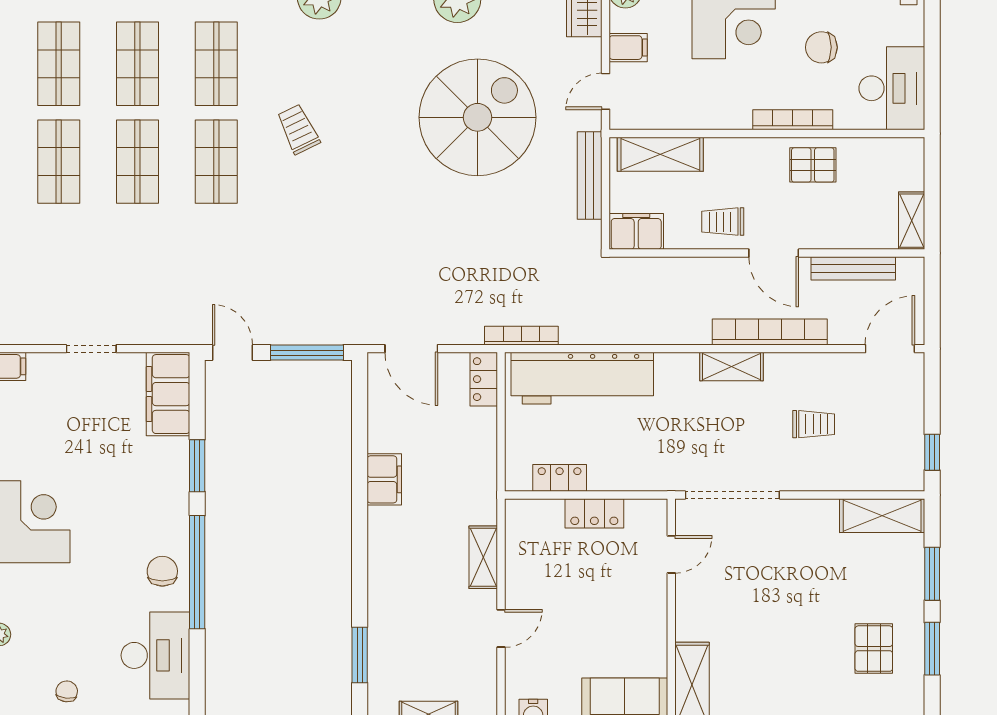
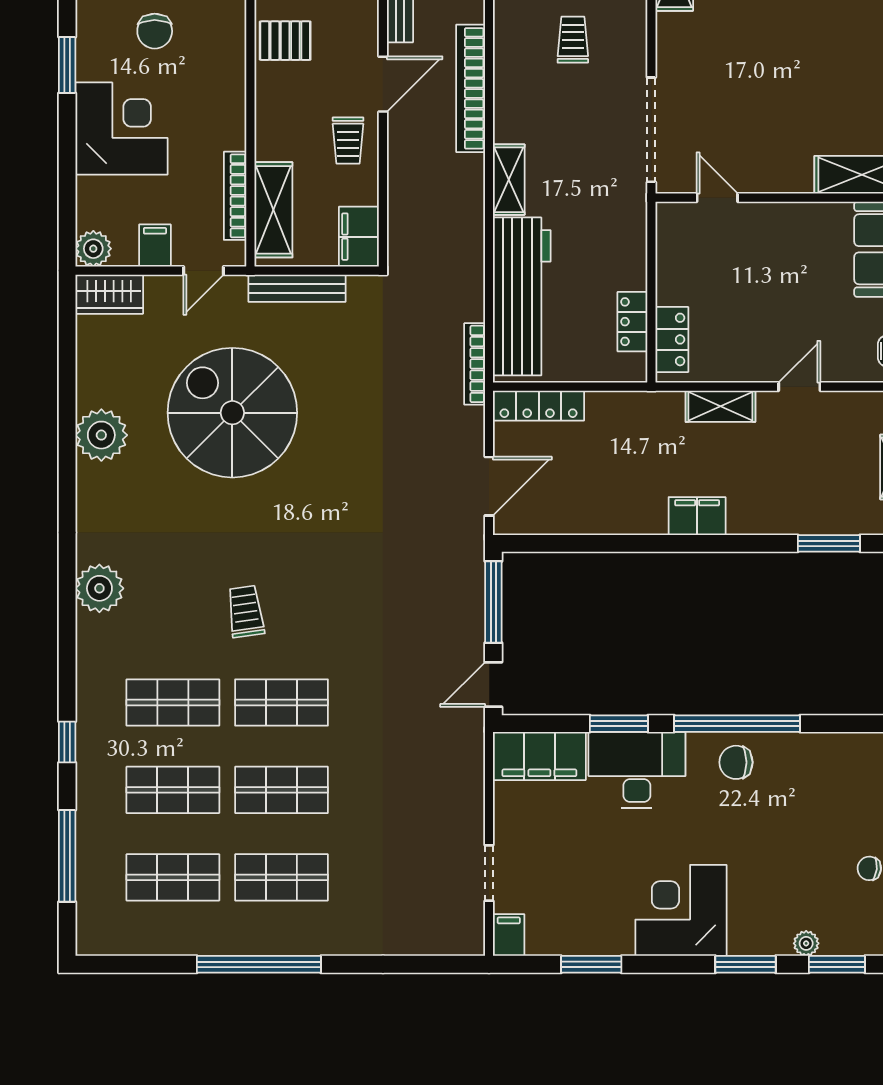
door: (606, 91) -> (204, 271), hinge flipped
bookcase: (793, 120) -> (235, 196), moved
trolley: (298, 129) -> (246, 612), turned 108
pallet: (813, 165) -> (285, 41), turned 90
doorway: (91, 349) -> (489, 873), moved
shelving: (731, 367) -> (509, 180), moved
locker: (484, 379) -> (539, 406), width x1.53
filing cabinet: (384, 479) -> (697, 516), moved
locker: (594, 513) -> (672, 339), moved
door: (501, 628) -> (799, 387), hinge flipped
desk: (155, 655) -> (637, 770), moved

